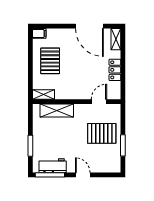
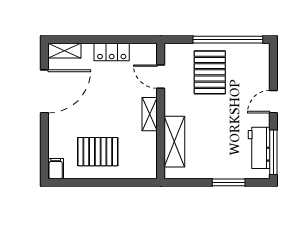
shelving: (44, 94) -> (150, 114), moved
window: (123, 145) -> (228, 40), width x2.11

